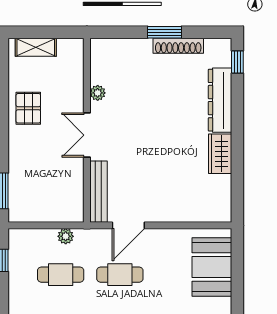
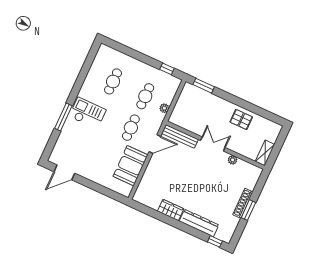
shoe rack: (178, 46) -> (243, 203), moved
shelving: (36, 47) -> (265, 153), moved
door: (128, 225) -> (155, 144), swing flipped
booth: (212, 267) -> (130, 166), moved, turned 90

